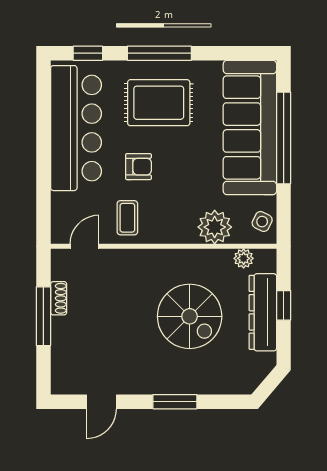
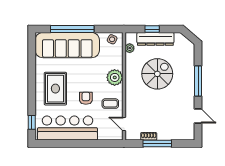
window: (159, 53) -> (32, 88), removed
plant: (215, 227) -> (115, 77), moved
window: (175, 402) -> (198, 81), width x1.44

